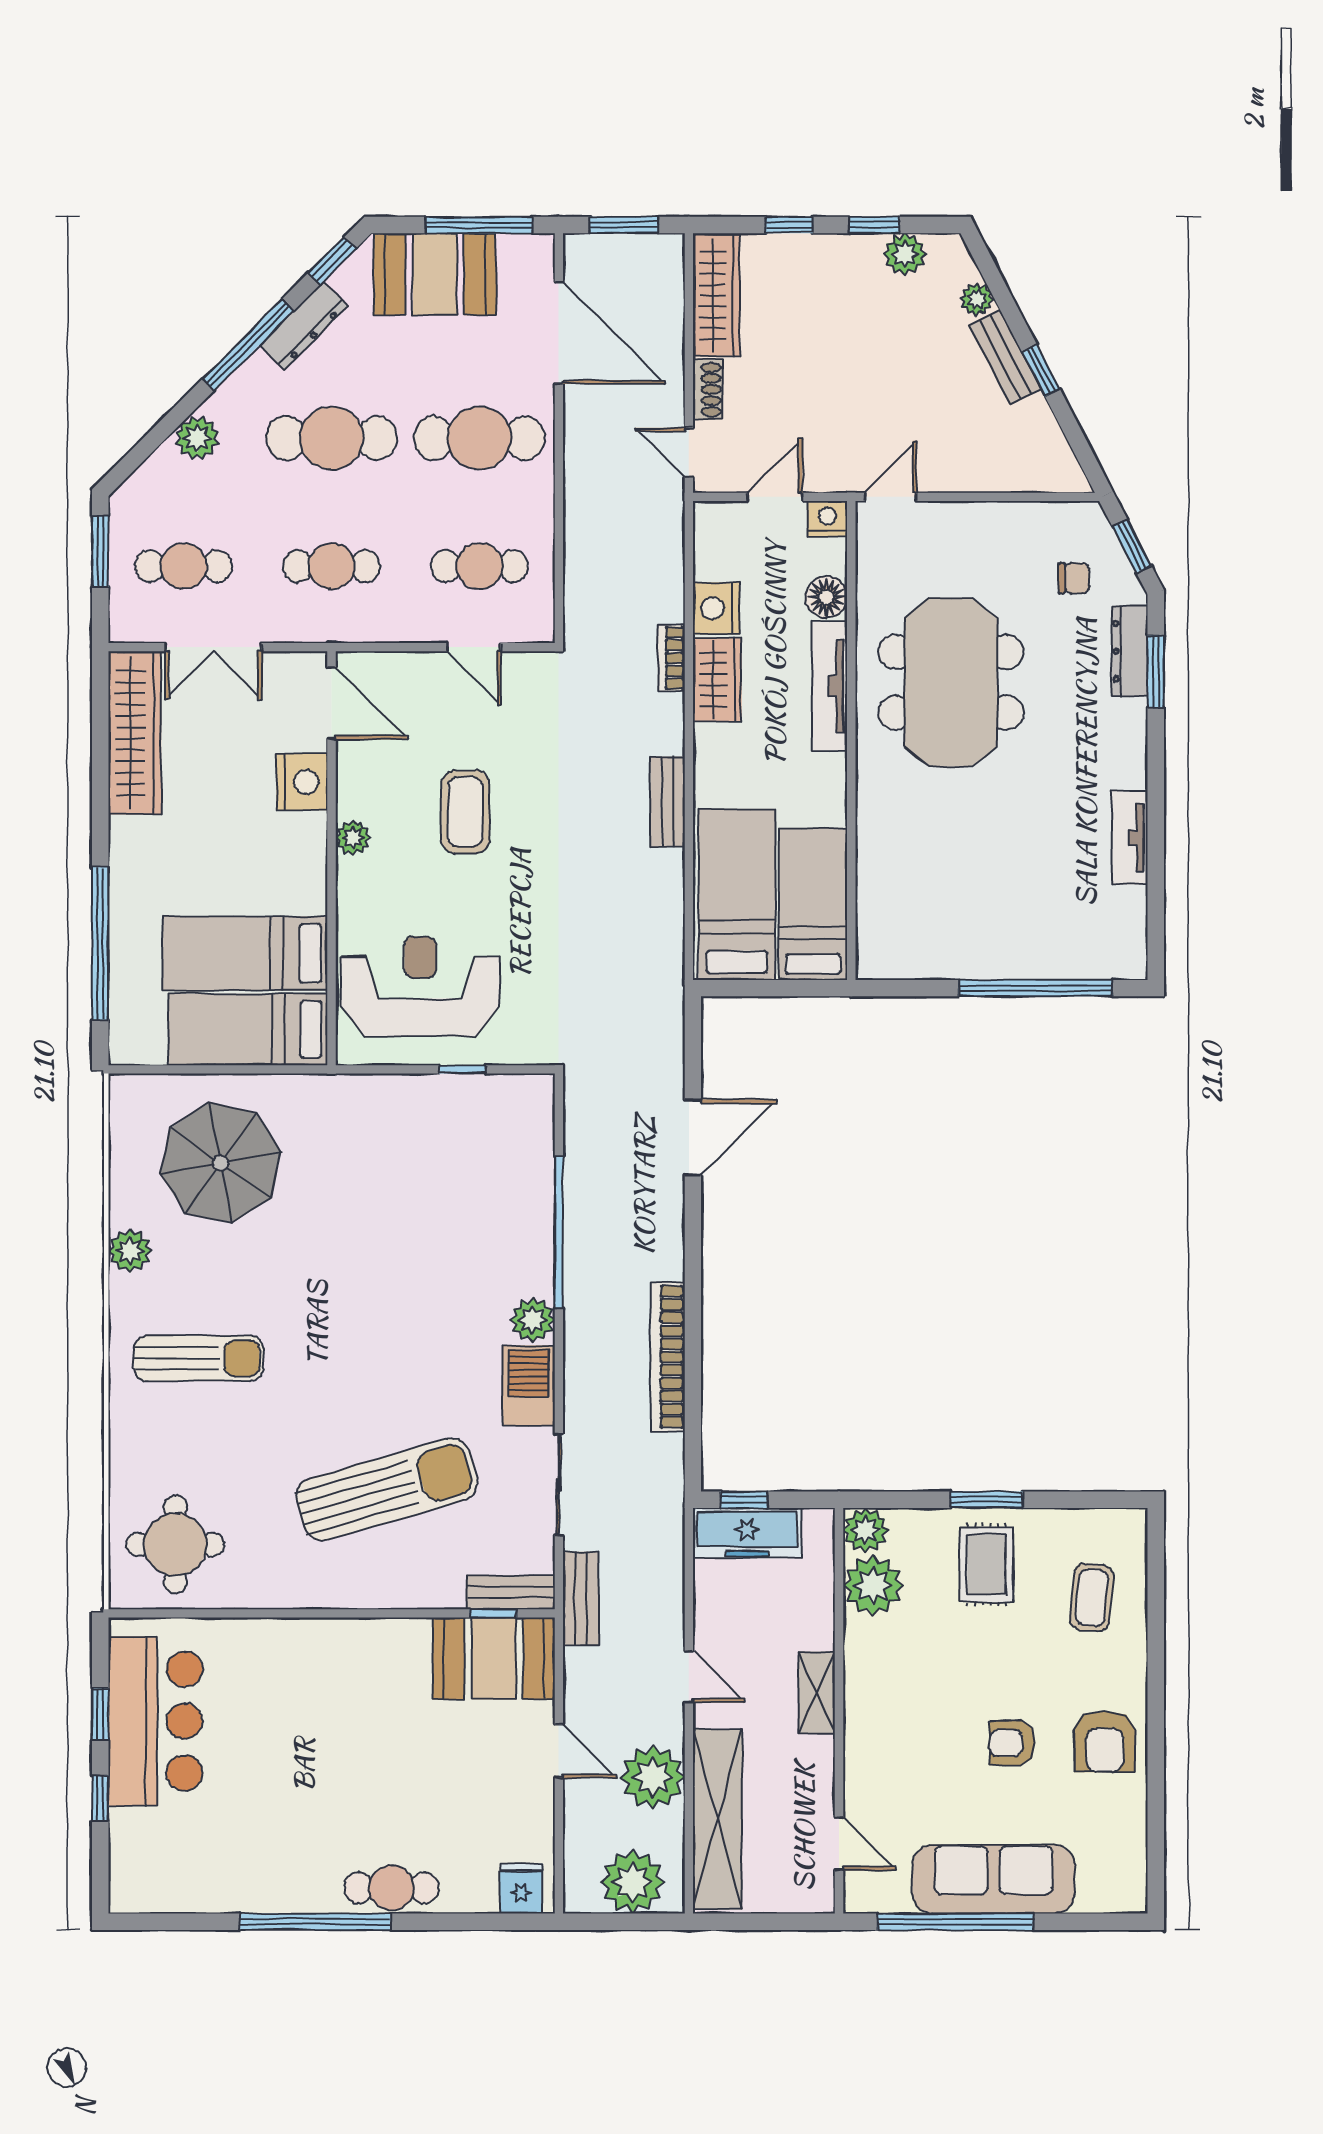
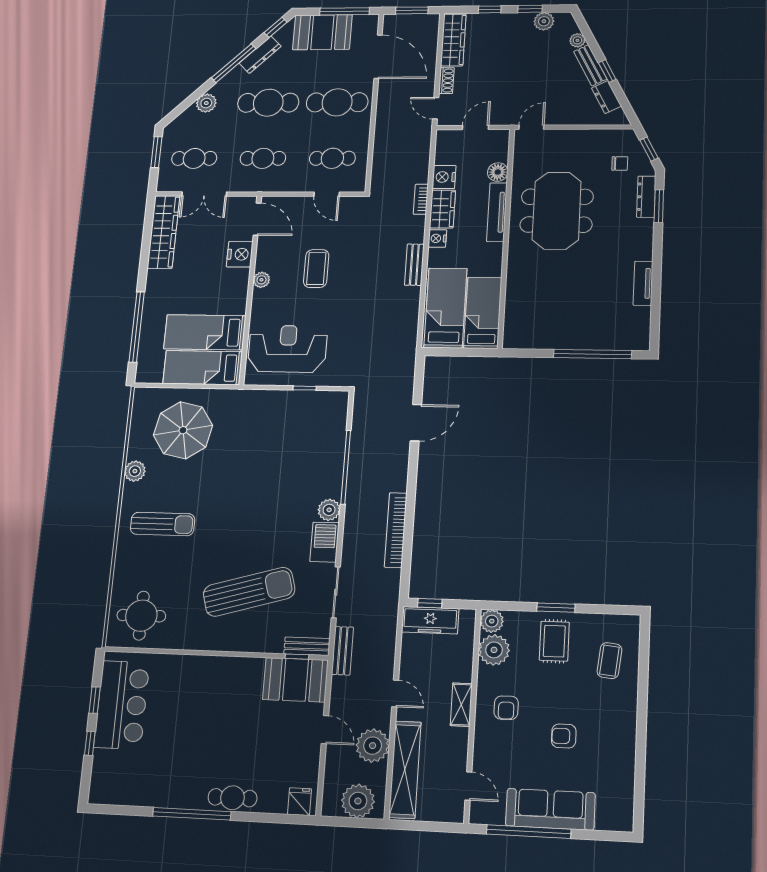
dresser: (1042, 430) -> (606, 97), added
nightstand: (828, 519) -> (437, 238), moved, turned -90
armchair: (1105, 1742) -> (506, 708), moved, width x0.72, depth x0.72

